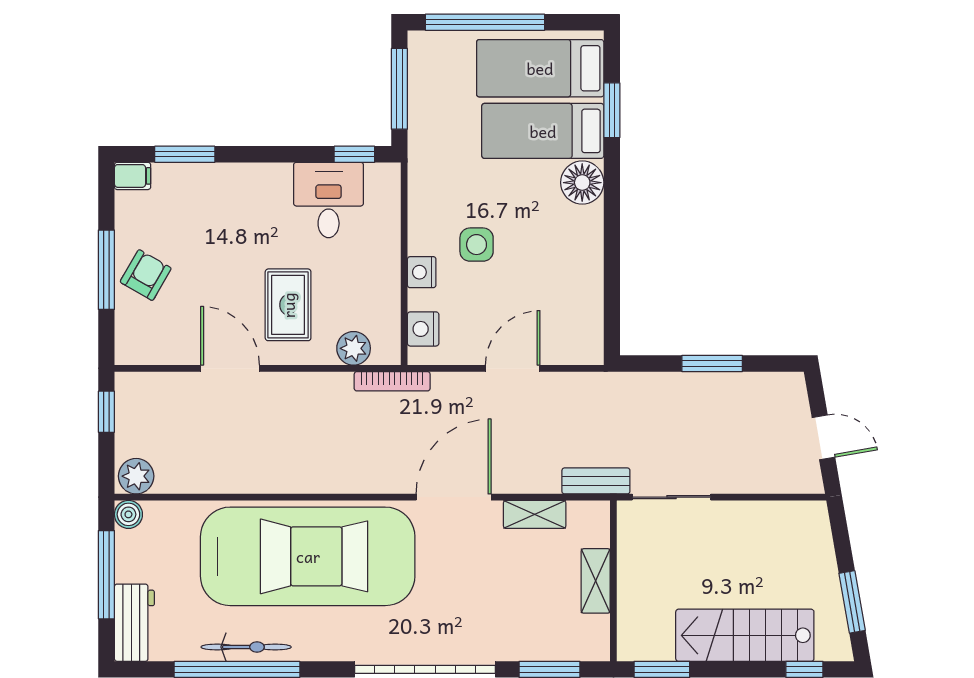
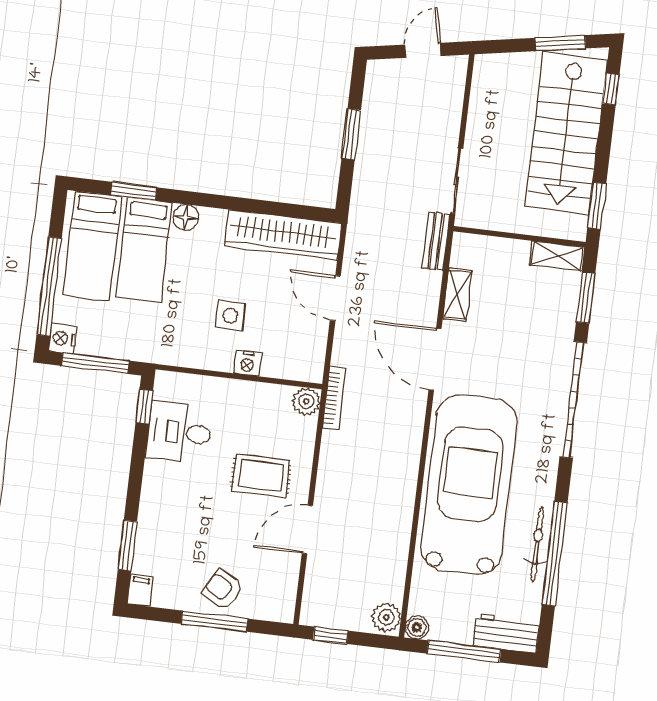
floor lamp: (582, 183) -> (186, 217), width x0.73, depth x0.73
wardrobe: (581, 296) -> (283, 235), added
nightstand: (423, 329) -> (62, 338), moved, turned 90
plant: (354, 348) -> (306, 401), moved
shelving: (596, 581) -> (557, 256), moved
stairs: (745, 635) -> (566, 133), width x1.36, depth x1.51

